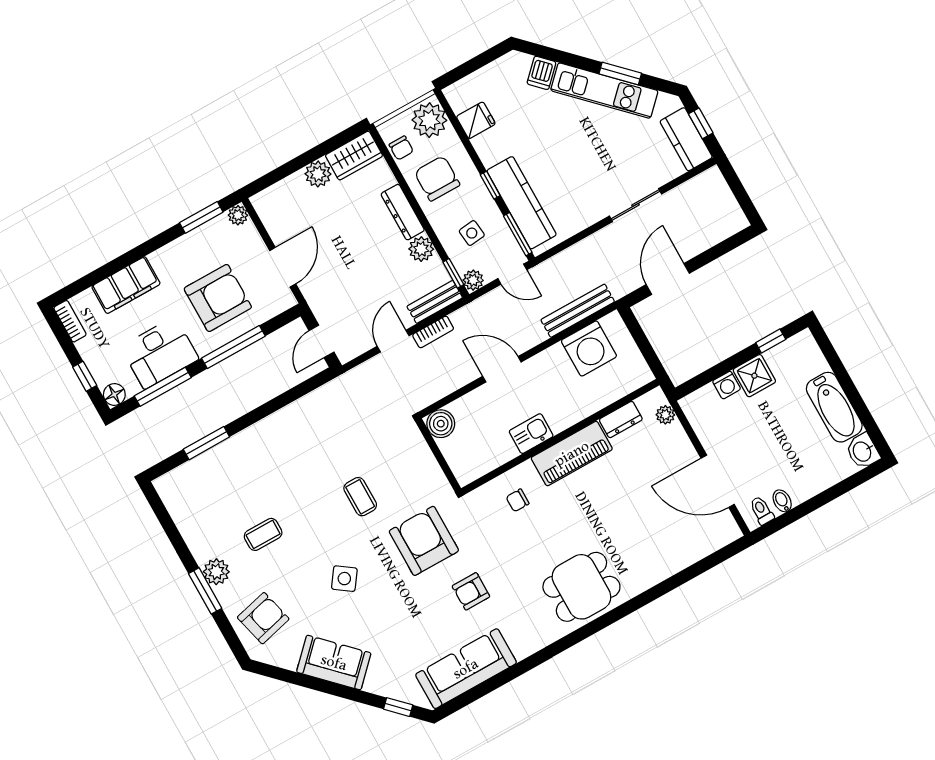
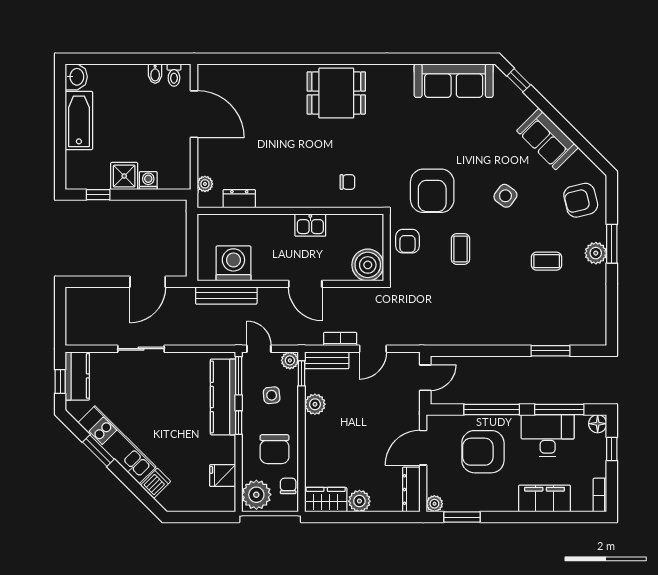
dresser: (403, 212) -> (411, 490), moved, turned 180
boiler: (441, 424) -> (368, 265), width x1.37, depth x1.37
piano: (572, 454) -> (289, 194), removed
armchair: (471, 591) -> (407, 241), moved, turned 90

